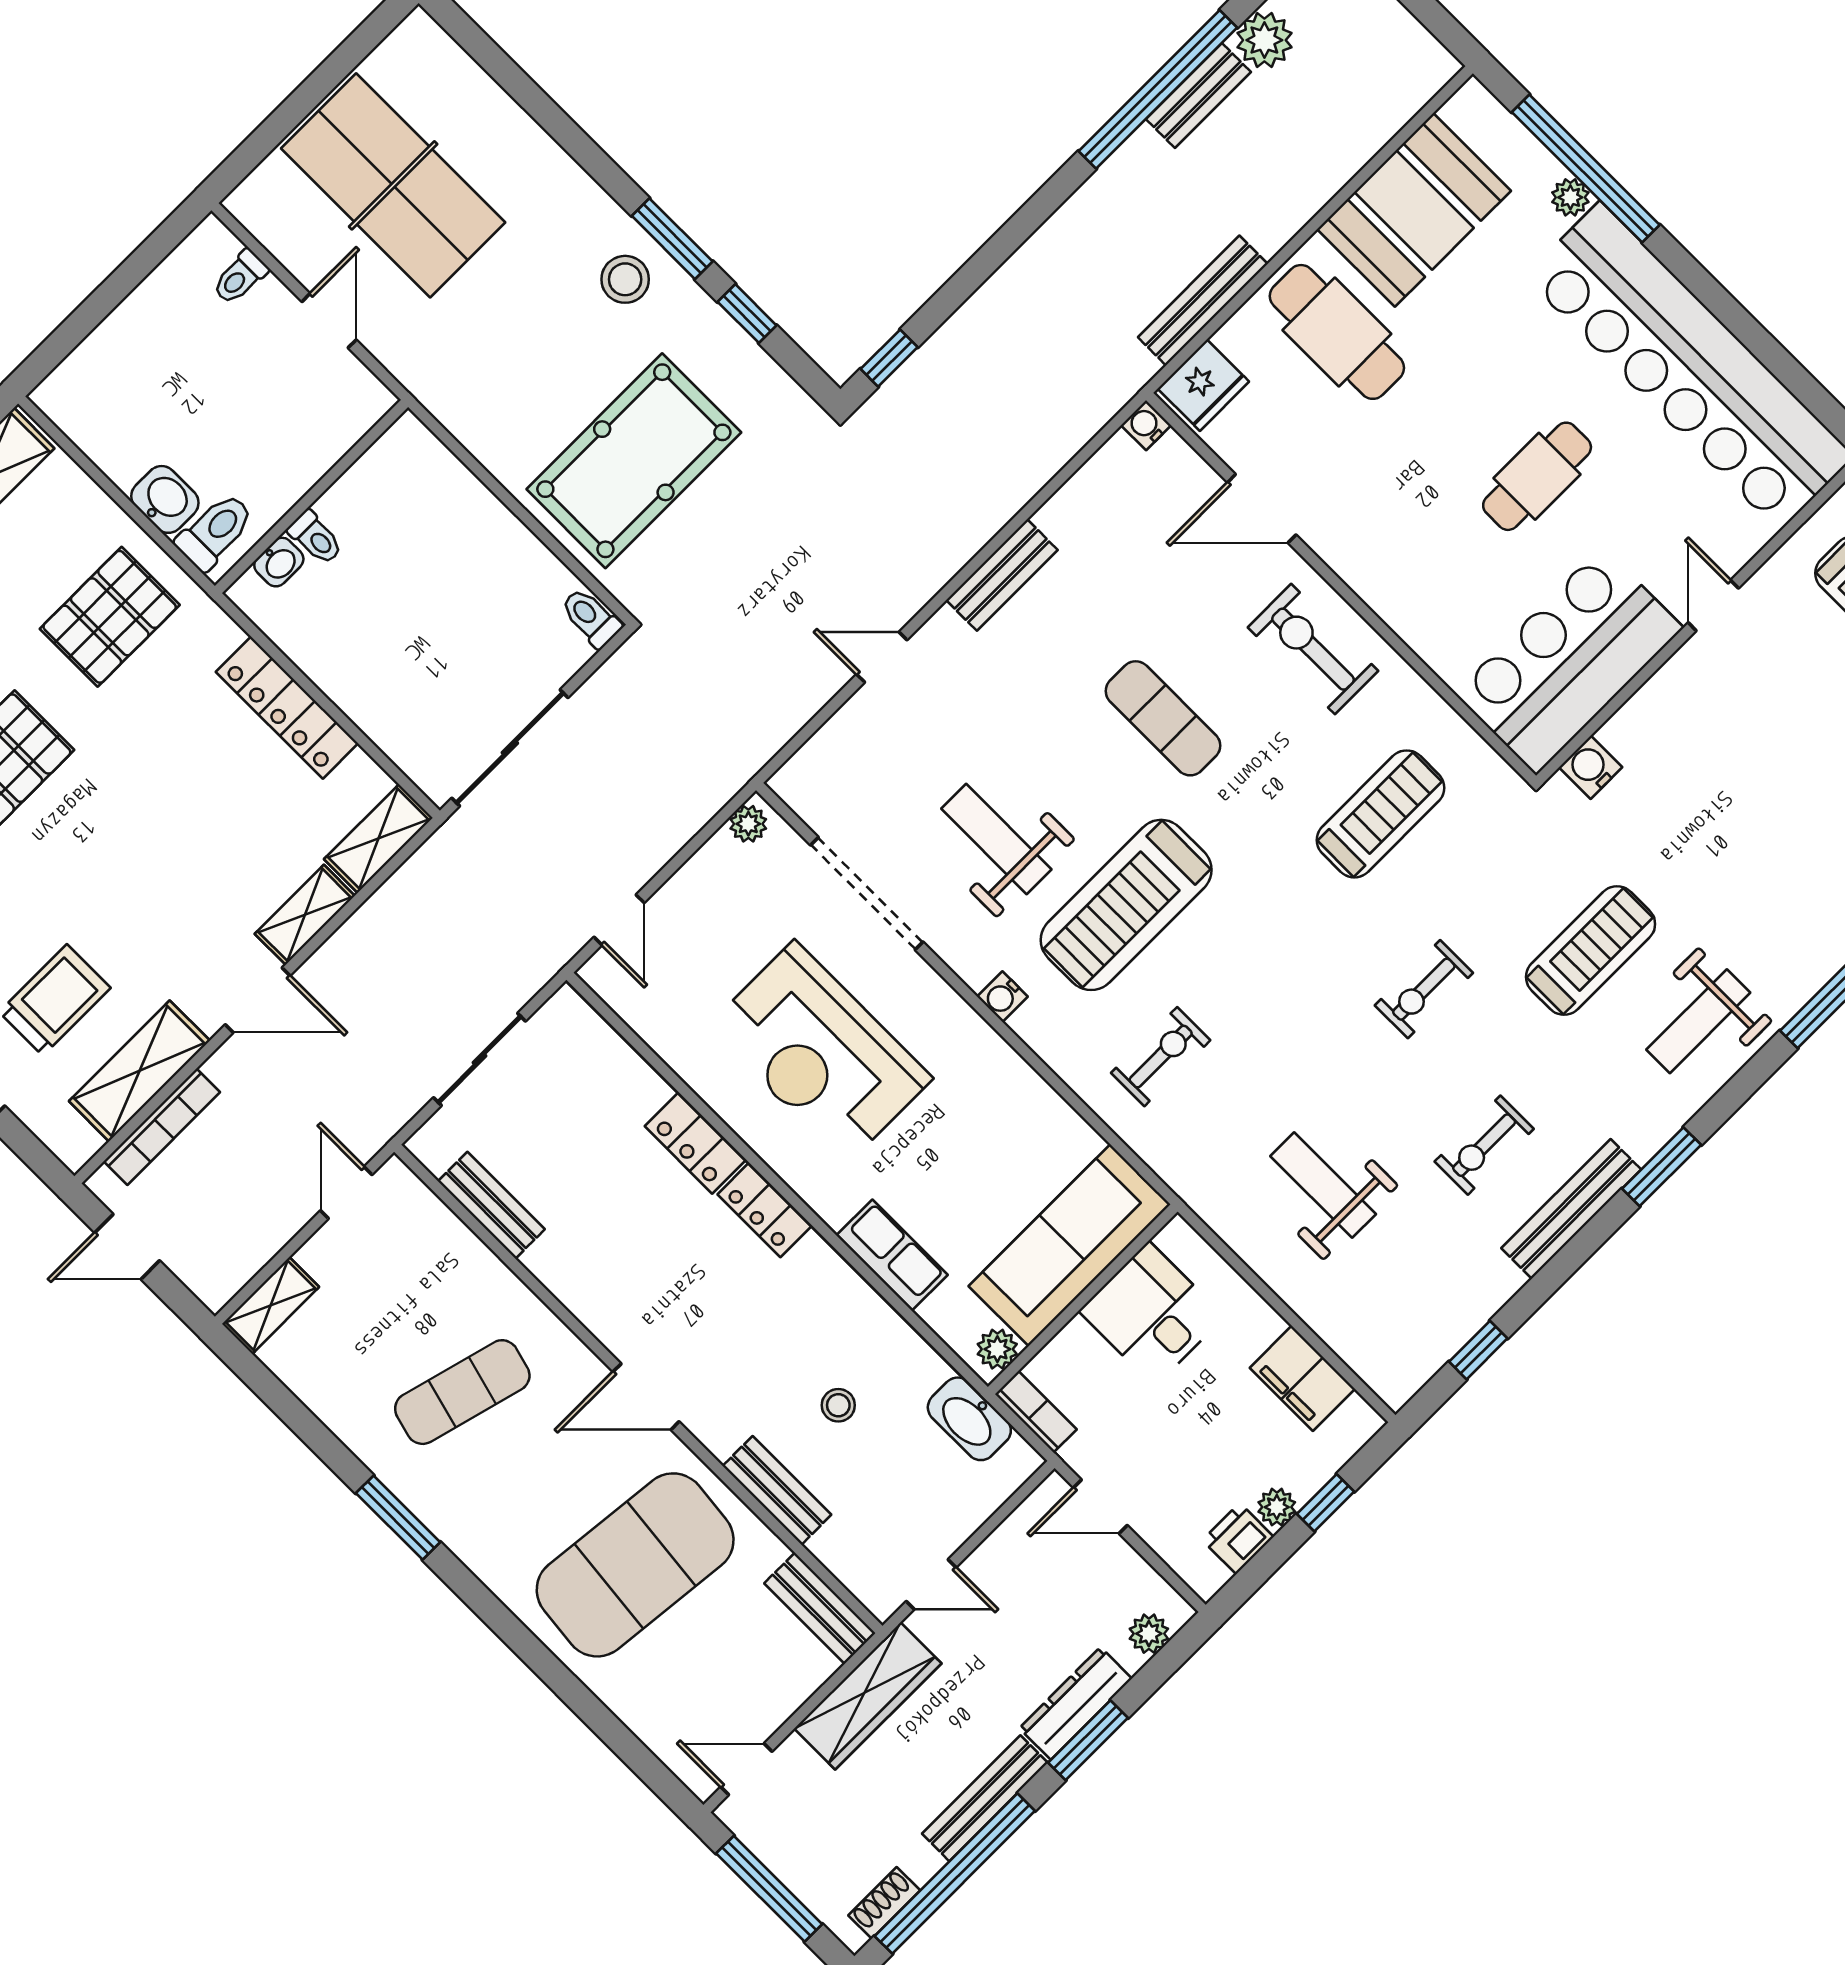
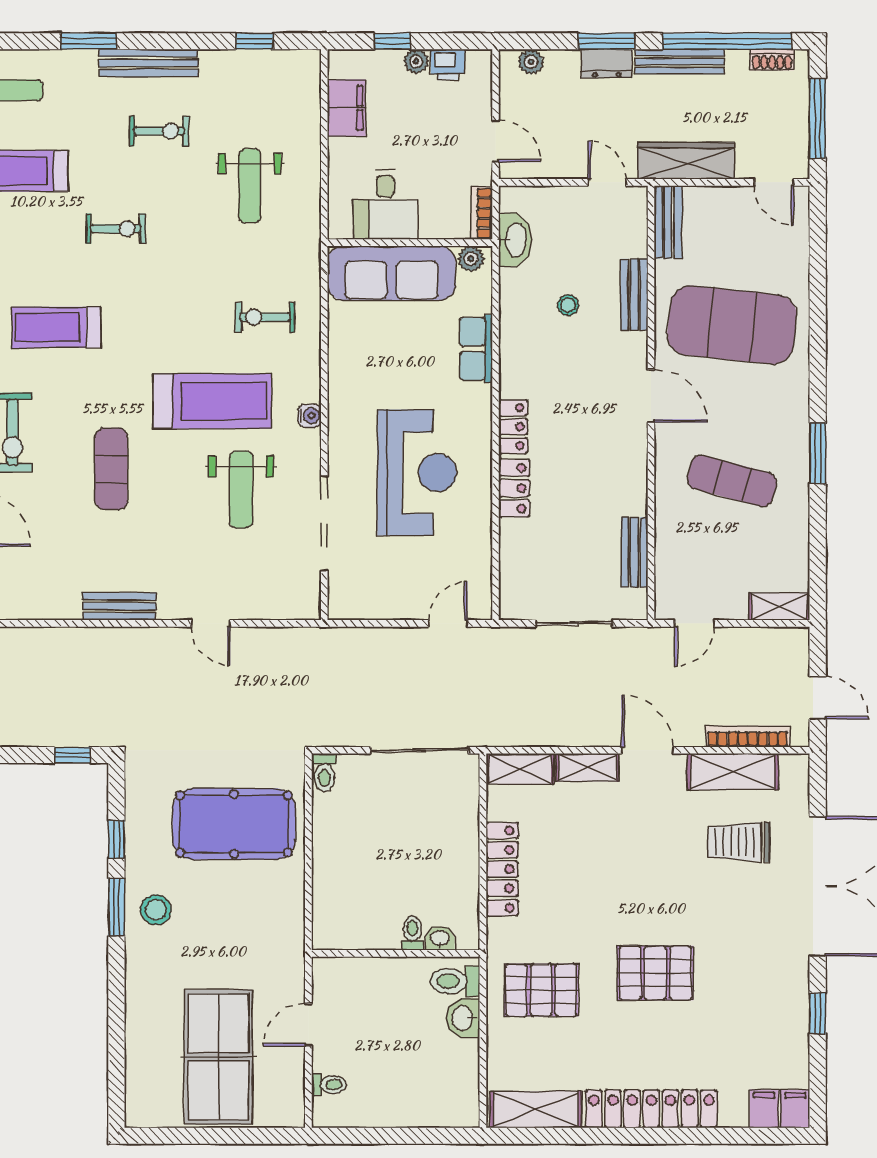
plant: (748, 824) -> (346, 608), removed
dresser: (1076, 1703) -> (607, 63), width x0.70

